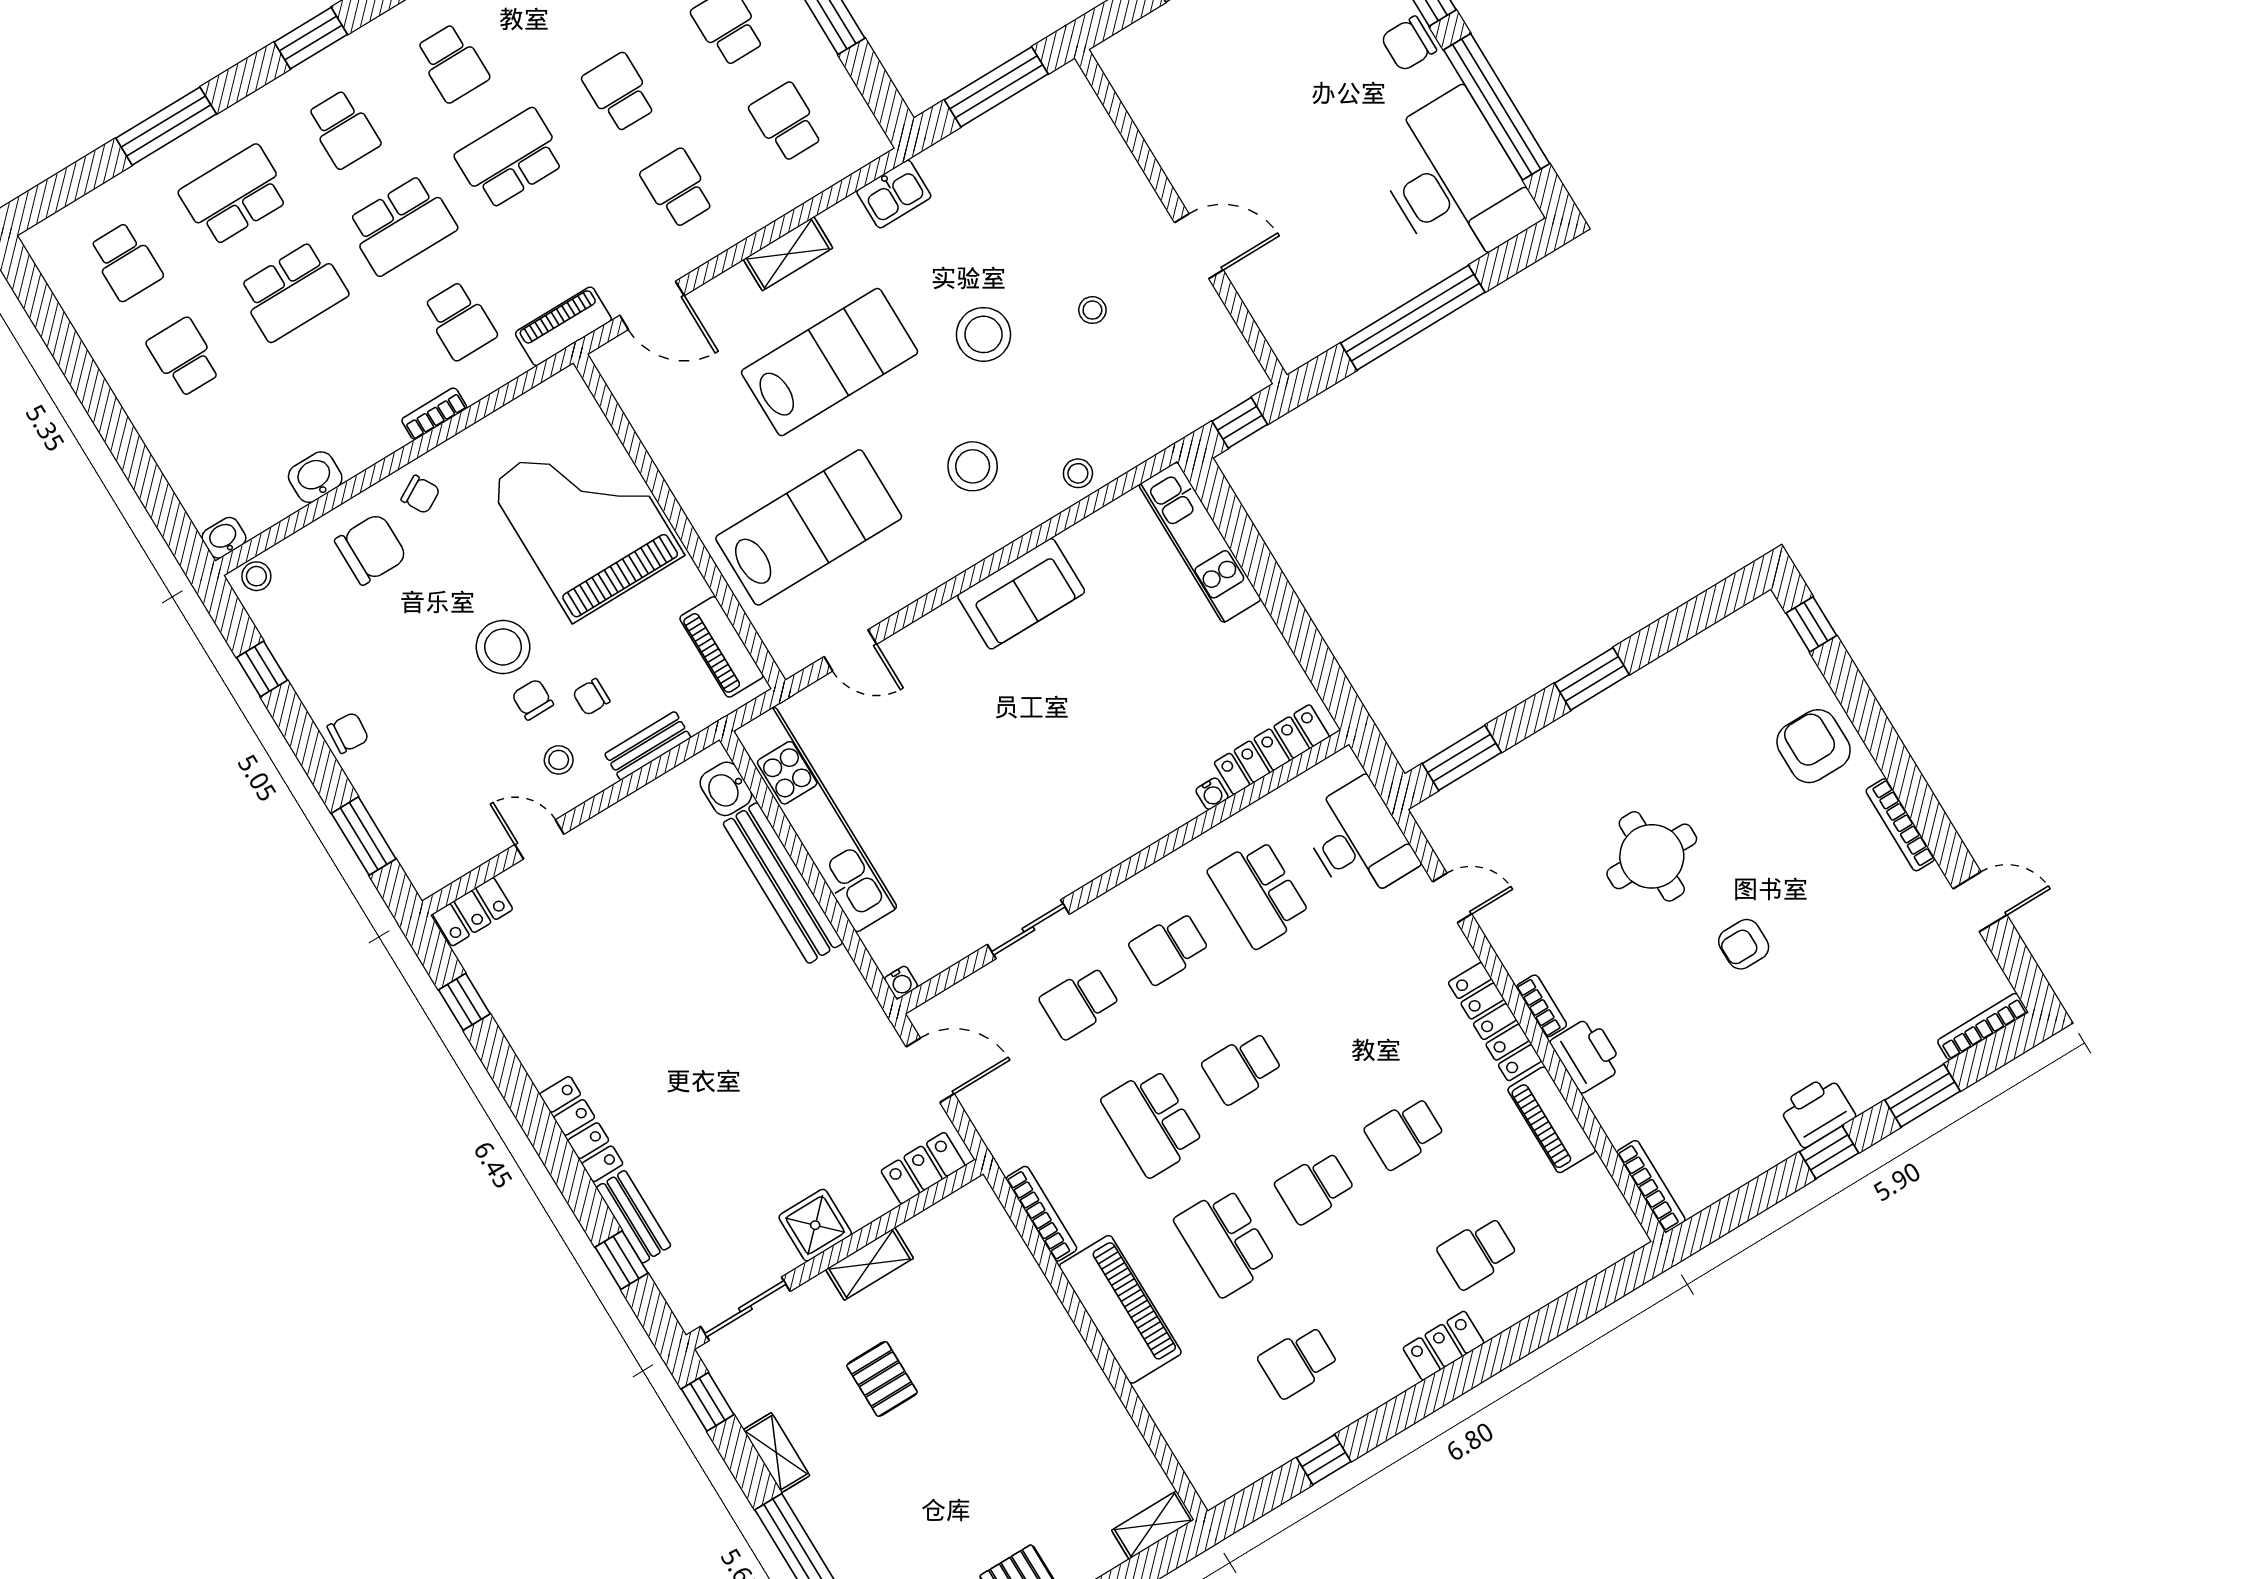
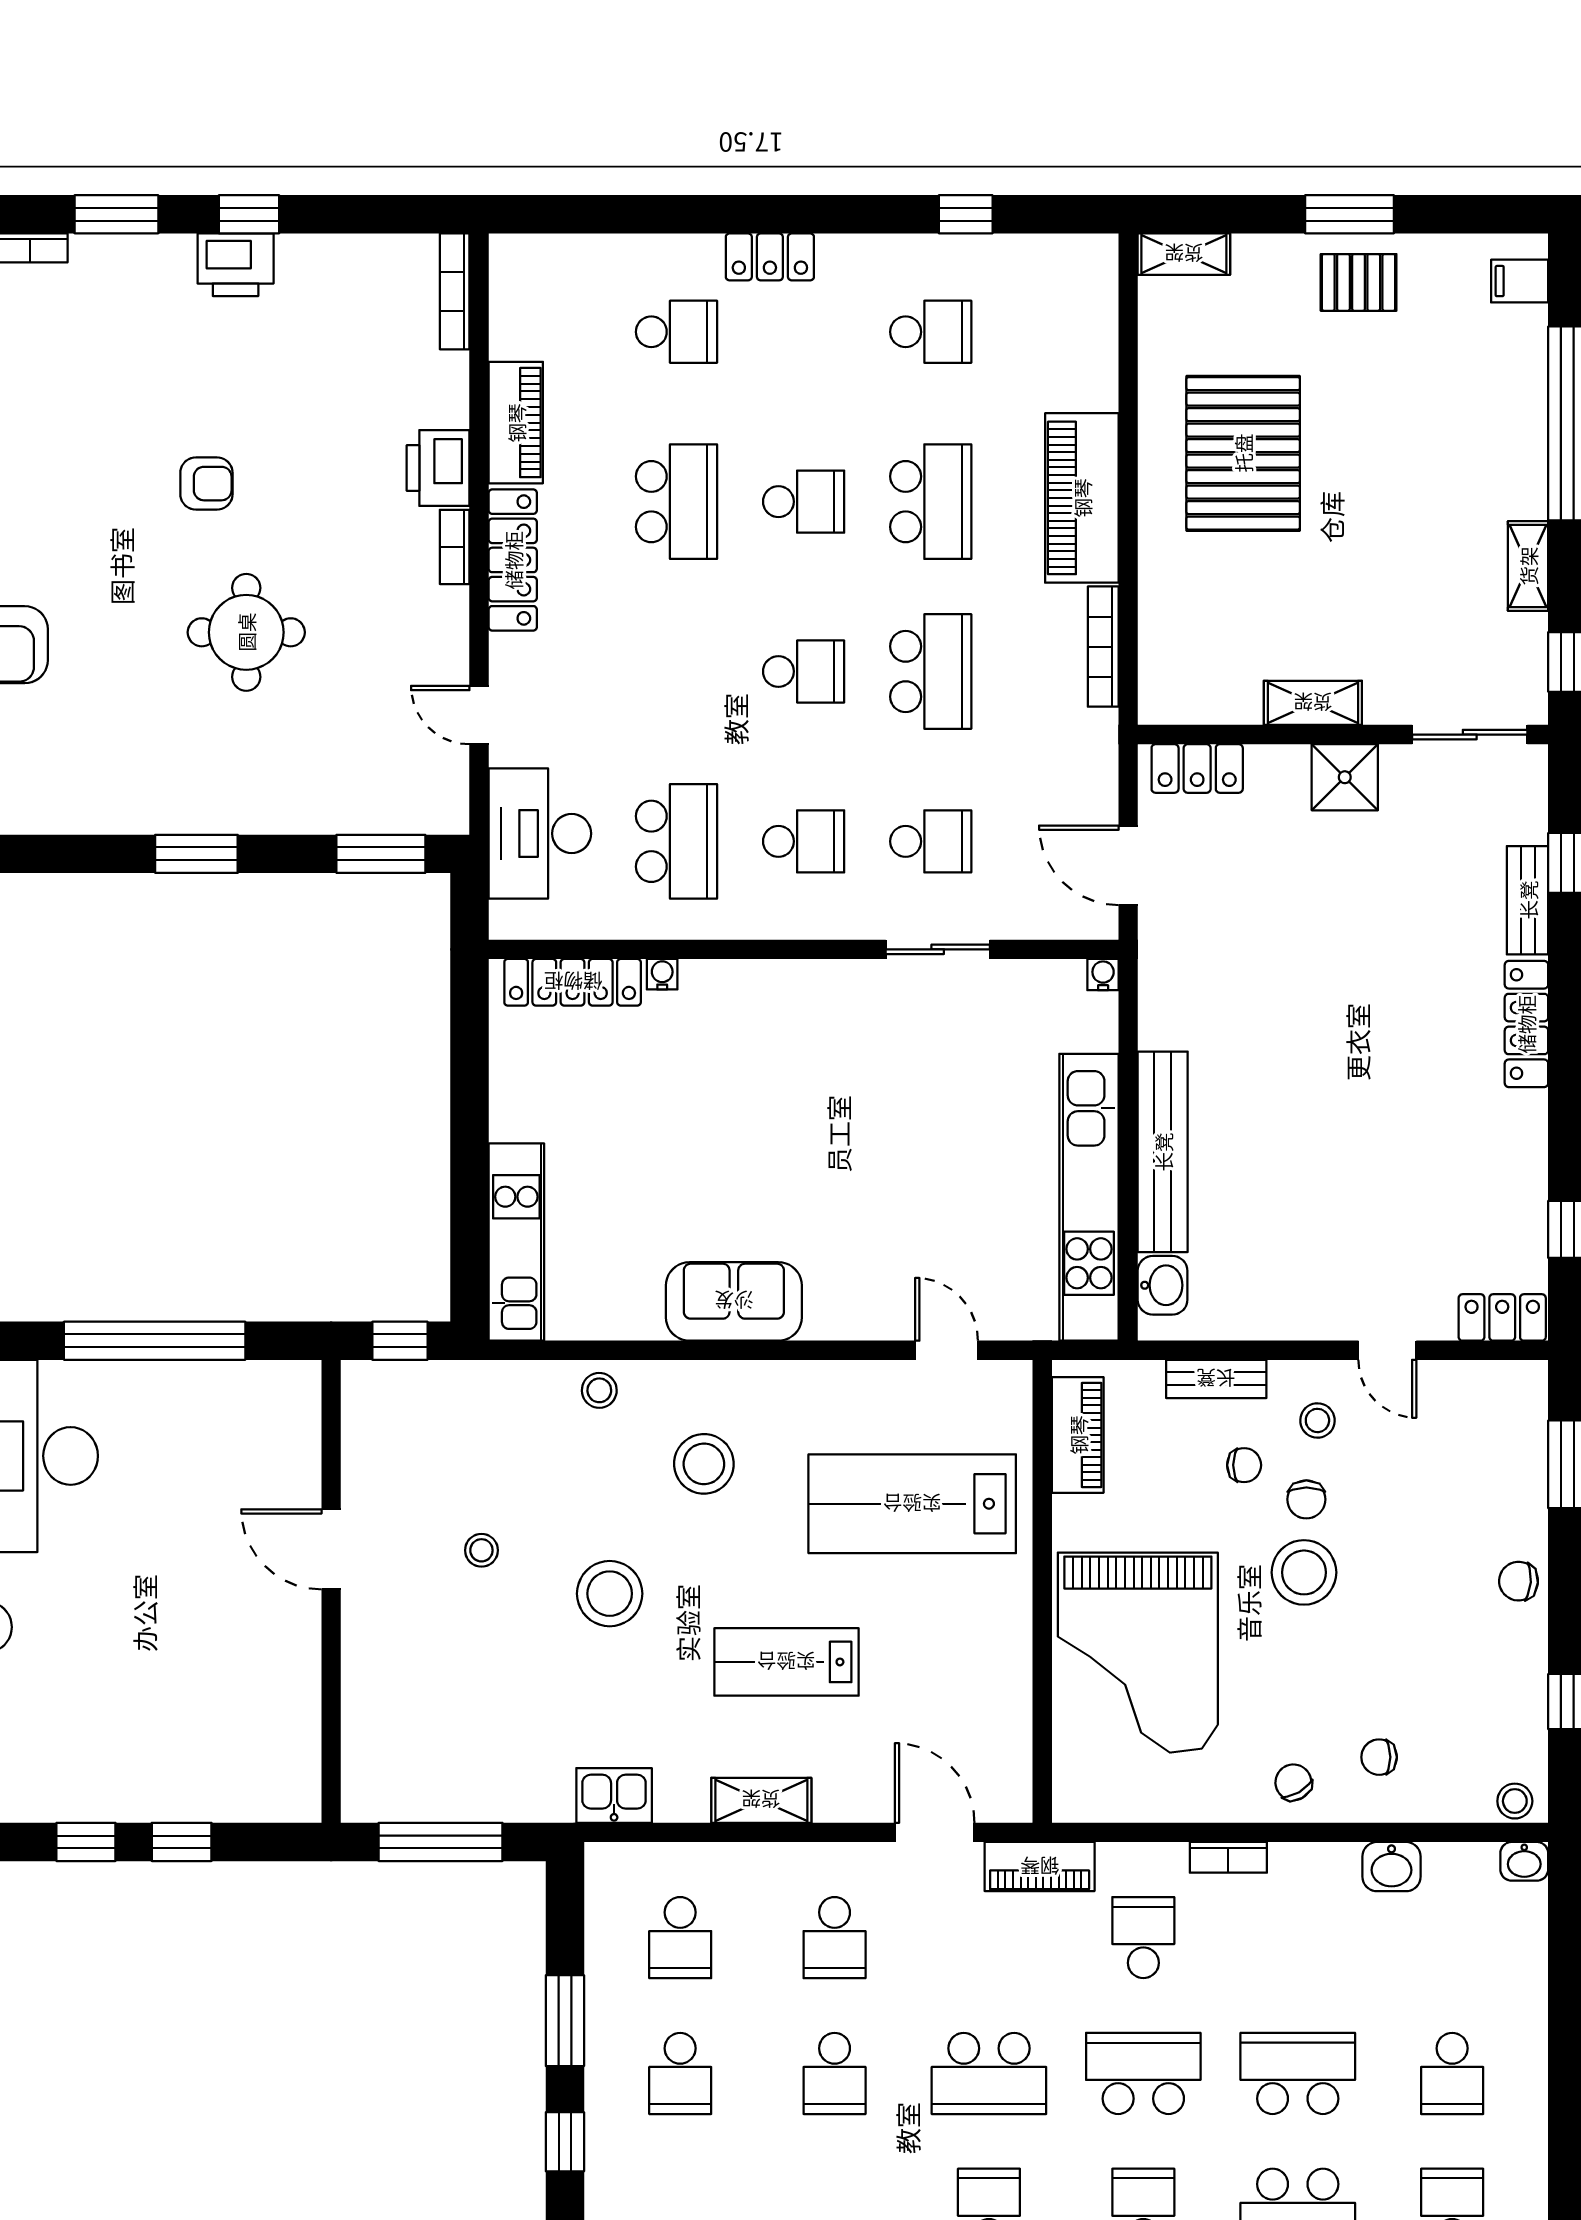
lab bench: (830, 362) -> (786, 1662), width x0.73, depth x0.72
chair: (371, 549) -> (1379, 1757), width x0.54, depth x0.54
school desk: (1404, 1133) -> (676, 502), width x1.85
pallet: (882, 1379) -> (1243, 453), moved, width x2.05, depth x2.00

